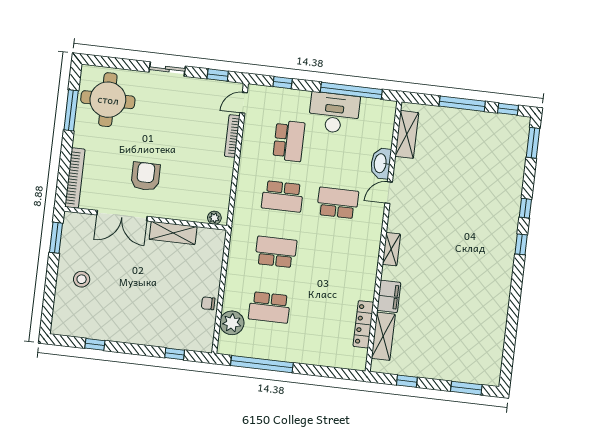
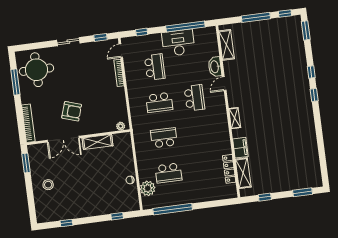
armchair: (146, 176) -> (72, 111), turned 108
school desk: (338, 203) -> (194, 98), turned 90

